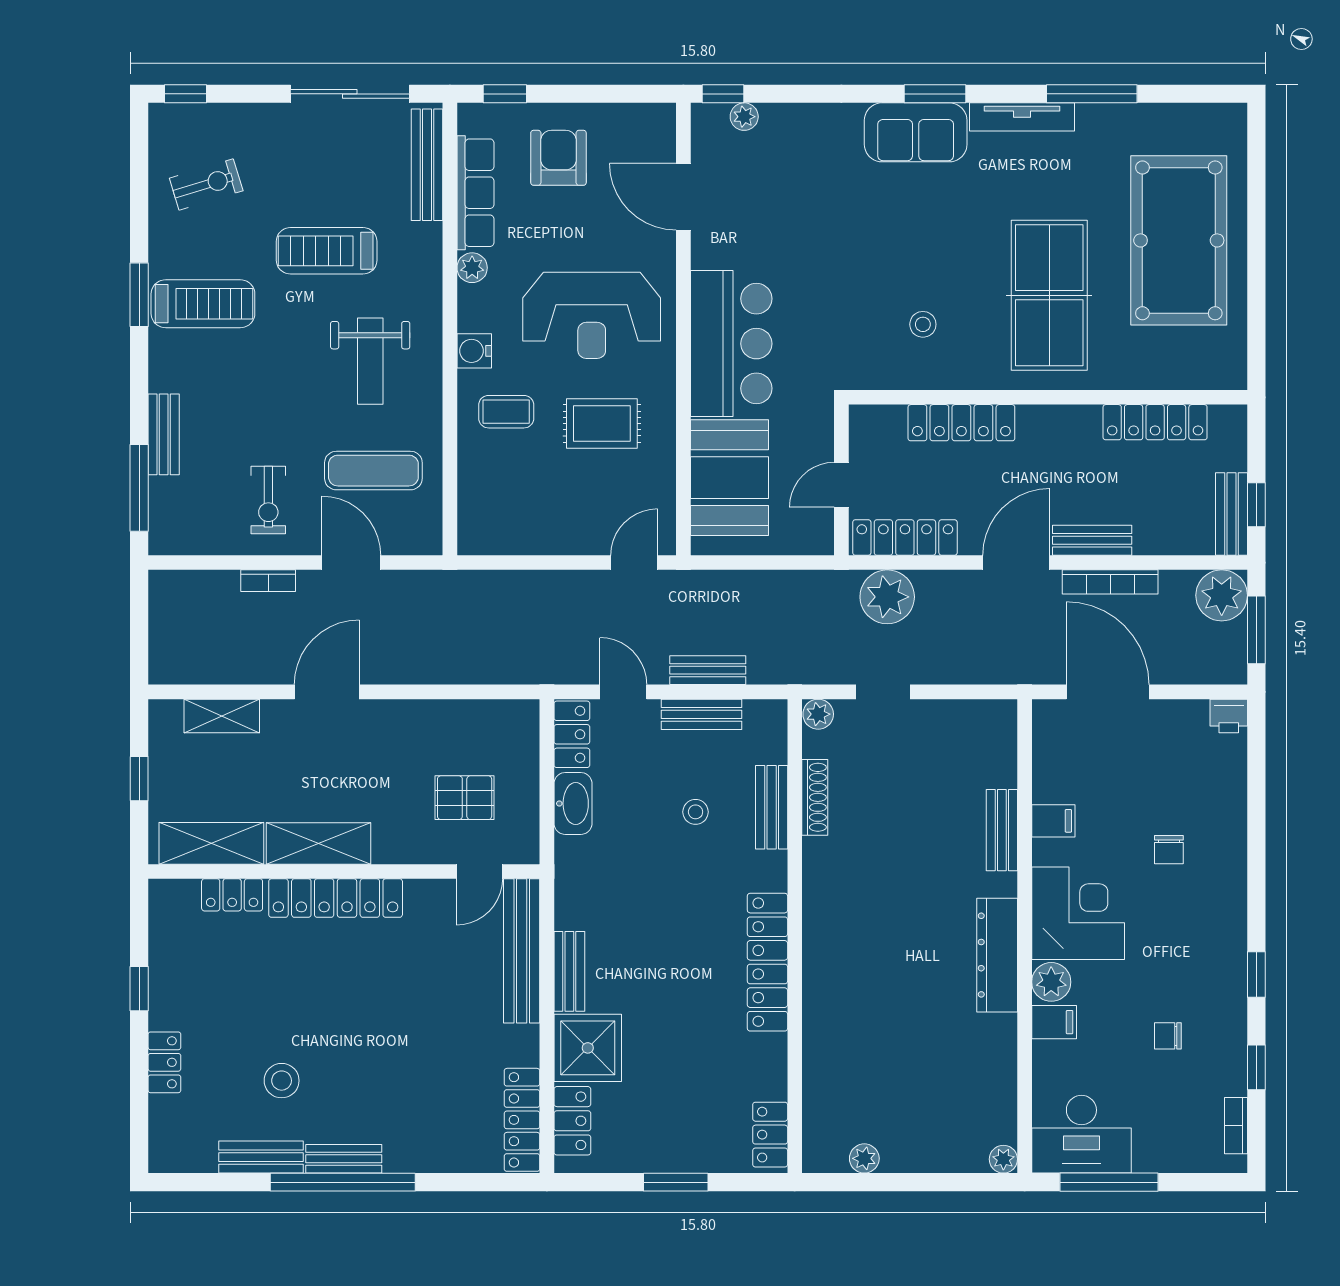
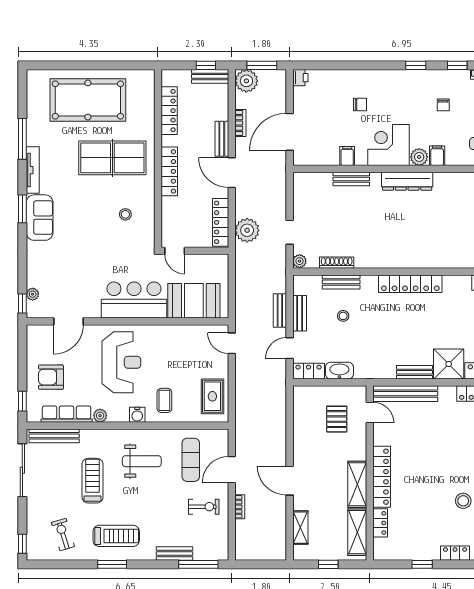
treadmill: (327, 251) -> (93, 481), turned 180
treadmill: (203, 304) -> (116, 536), turned 90
rug: (602, 423) -> (212, 396), moved
locker: (961, 423) -> (169, 171), moved
door: (841, 485) -> (175, 251), moved
bookcase: (1110, 582) -> (240, 123), width x0.64

